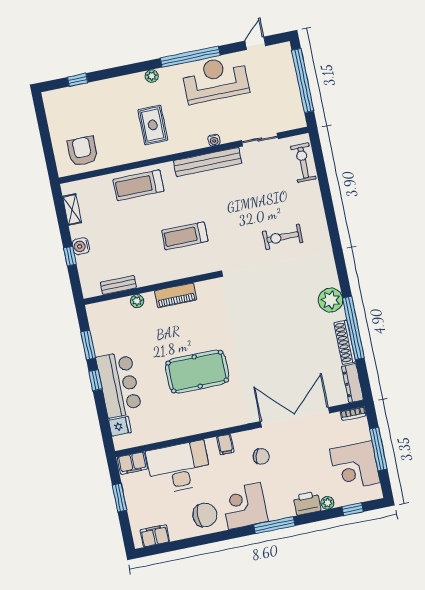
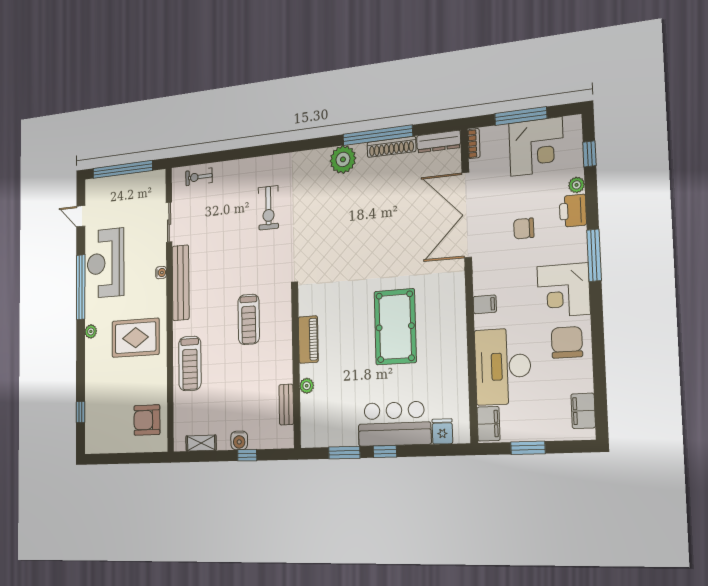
rug: (153, 125) -> (136, 338), width x1.36, depth x1.43
exercise bike: (303, 163) -> (199, 177), width x0.73, depth x0.72
chair: (261, 456) -> (524, 229), moved, turned -106

